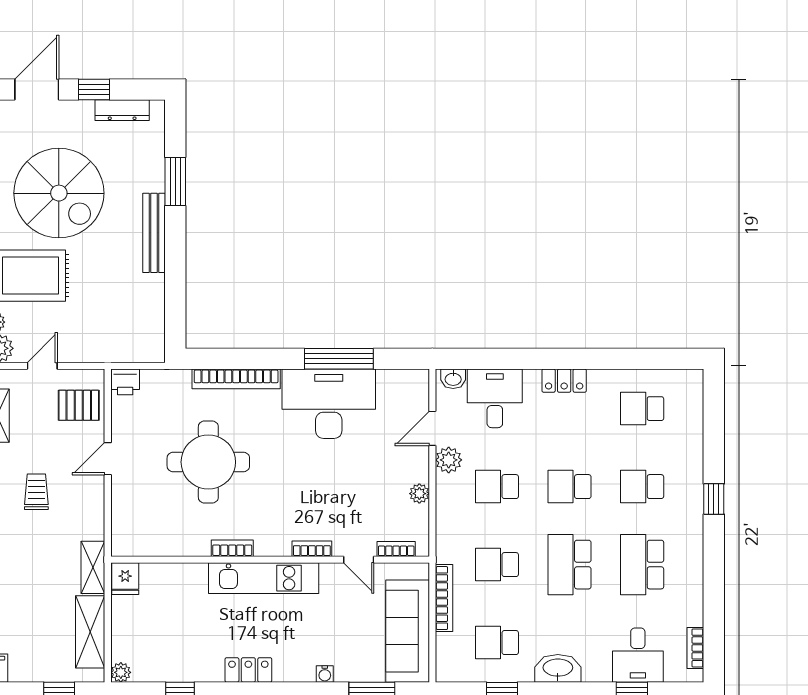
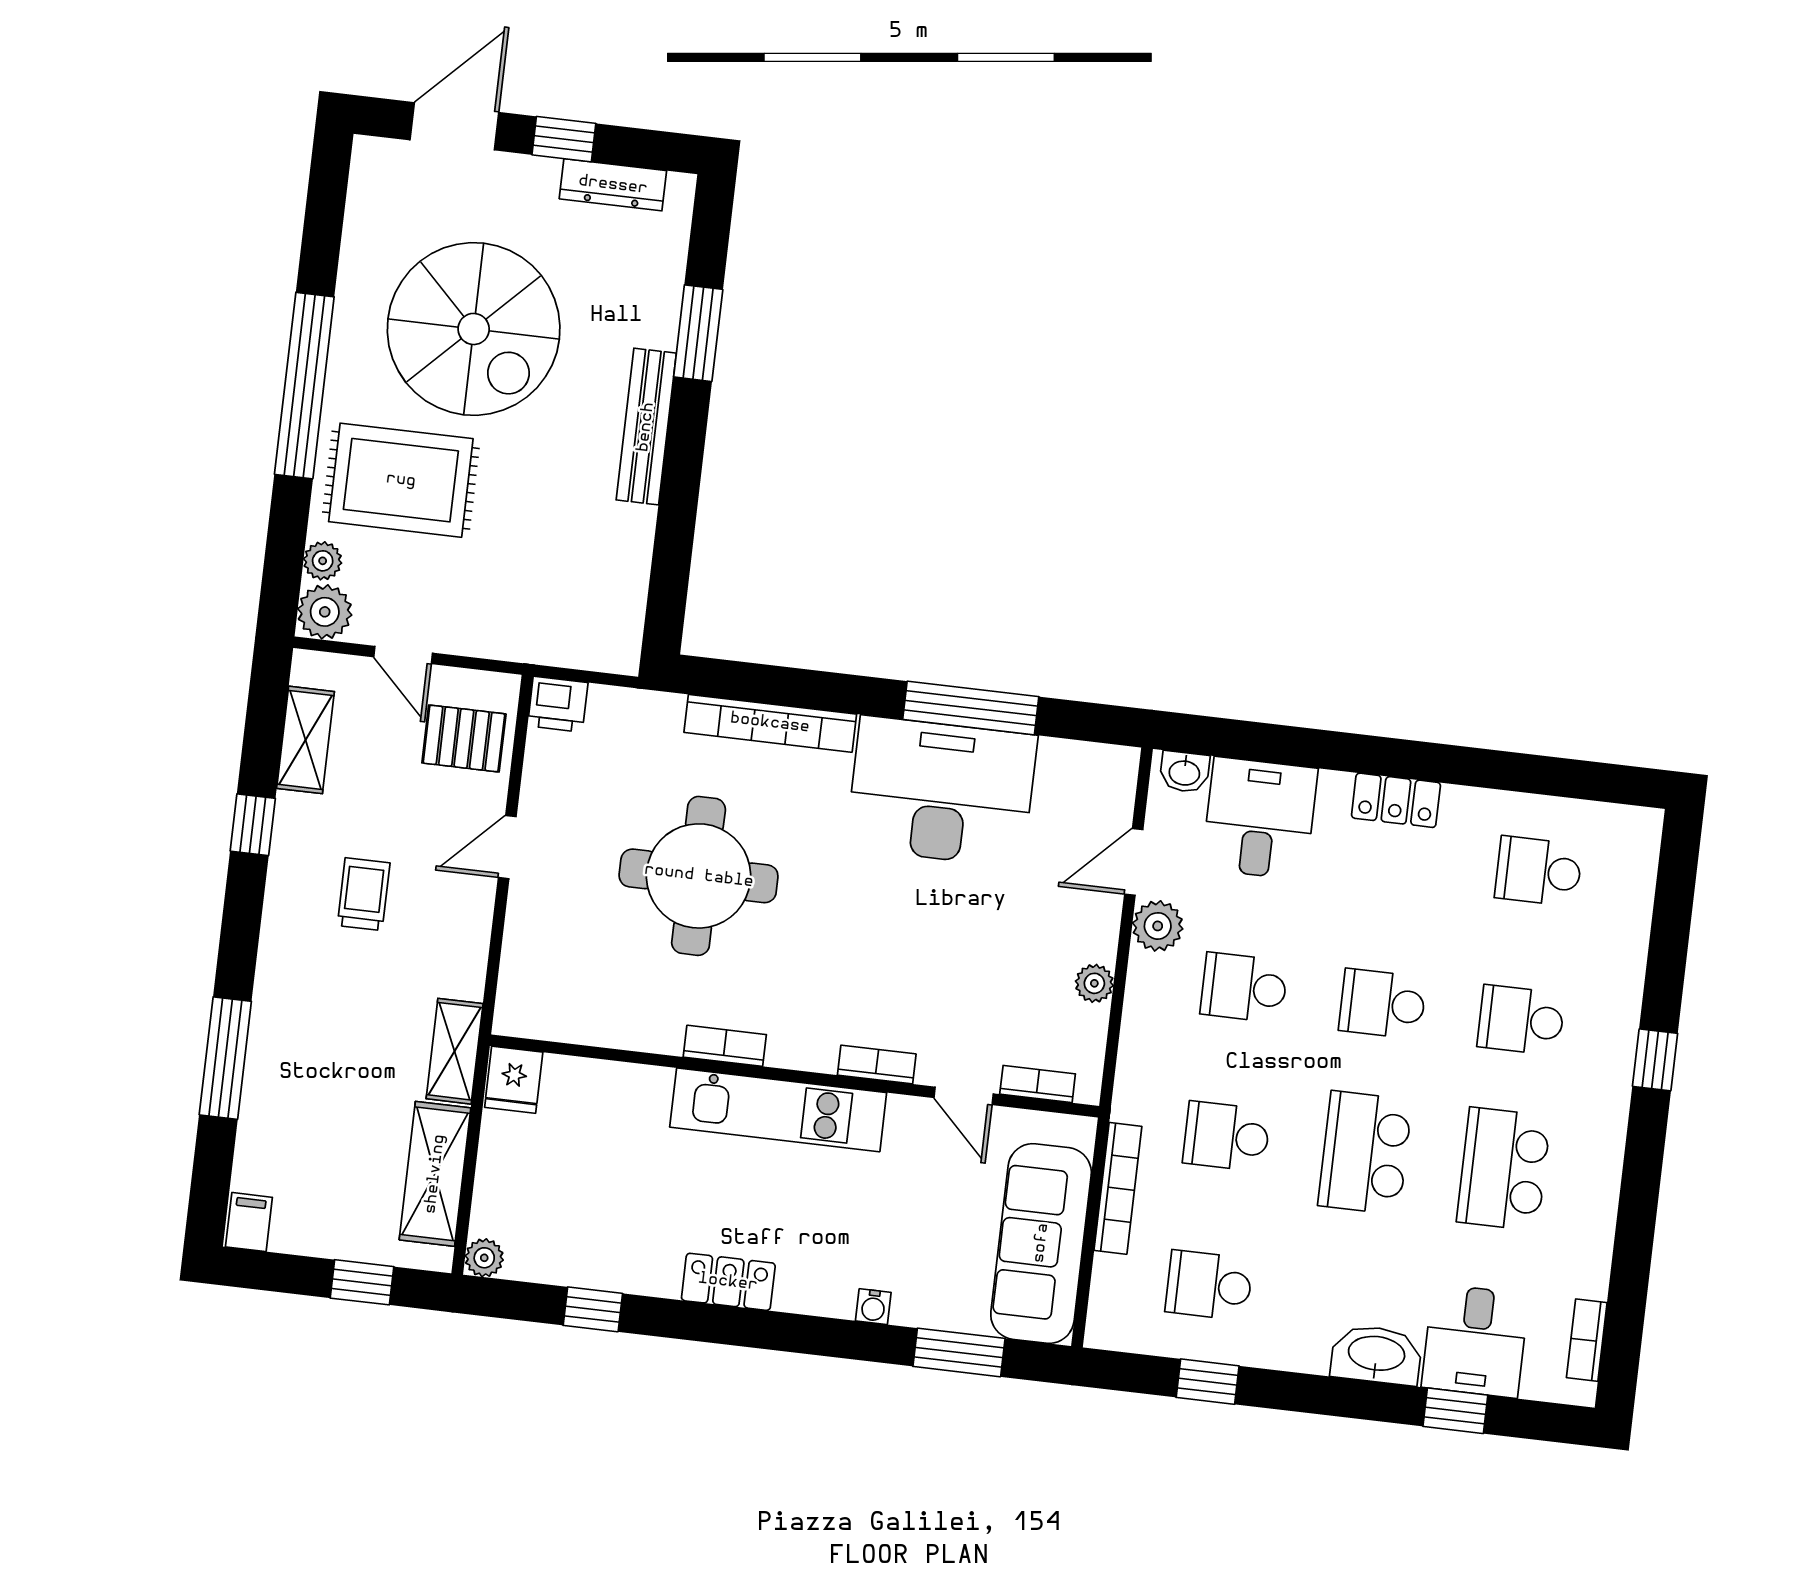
door: (42, 366) -> (403, 655), swing flipped
washbasin: (558, 668) -> (1376, 1355), moved

